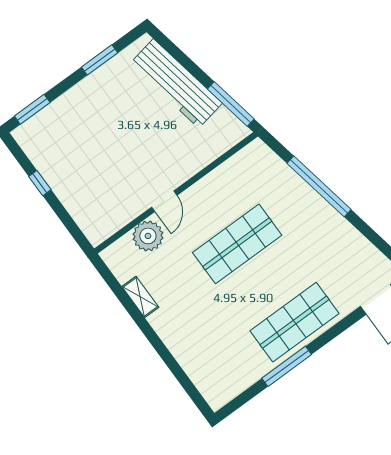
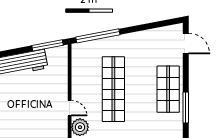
window: (319, 186) -> (98, 36), moved
shop shelf: (237, 244) -> (113, 89), width x1.40

